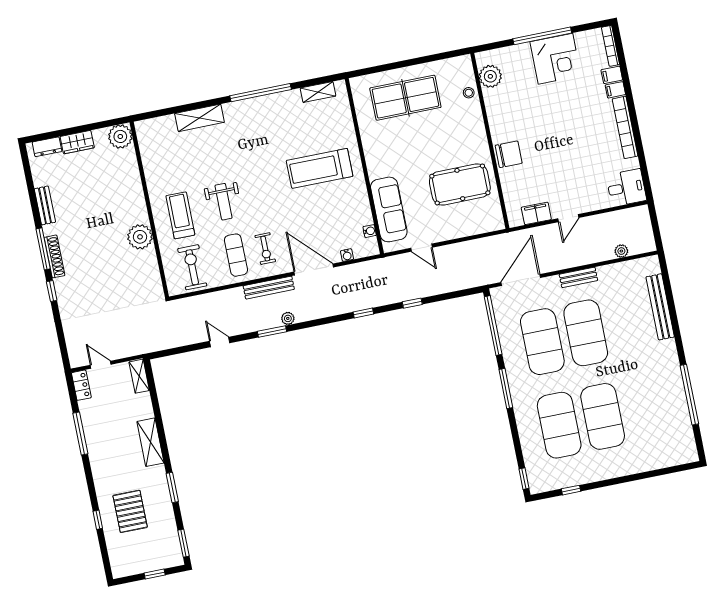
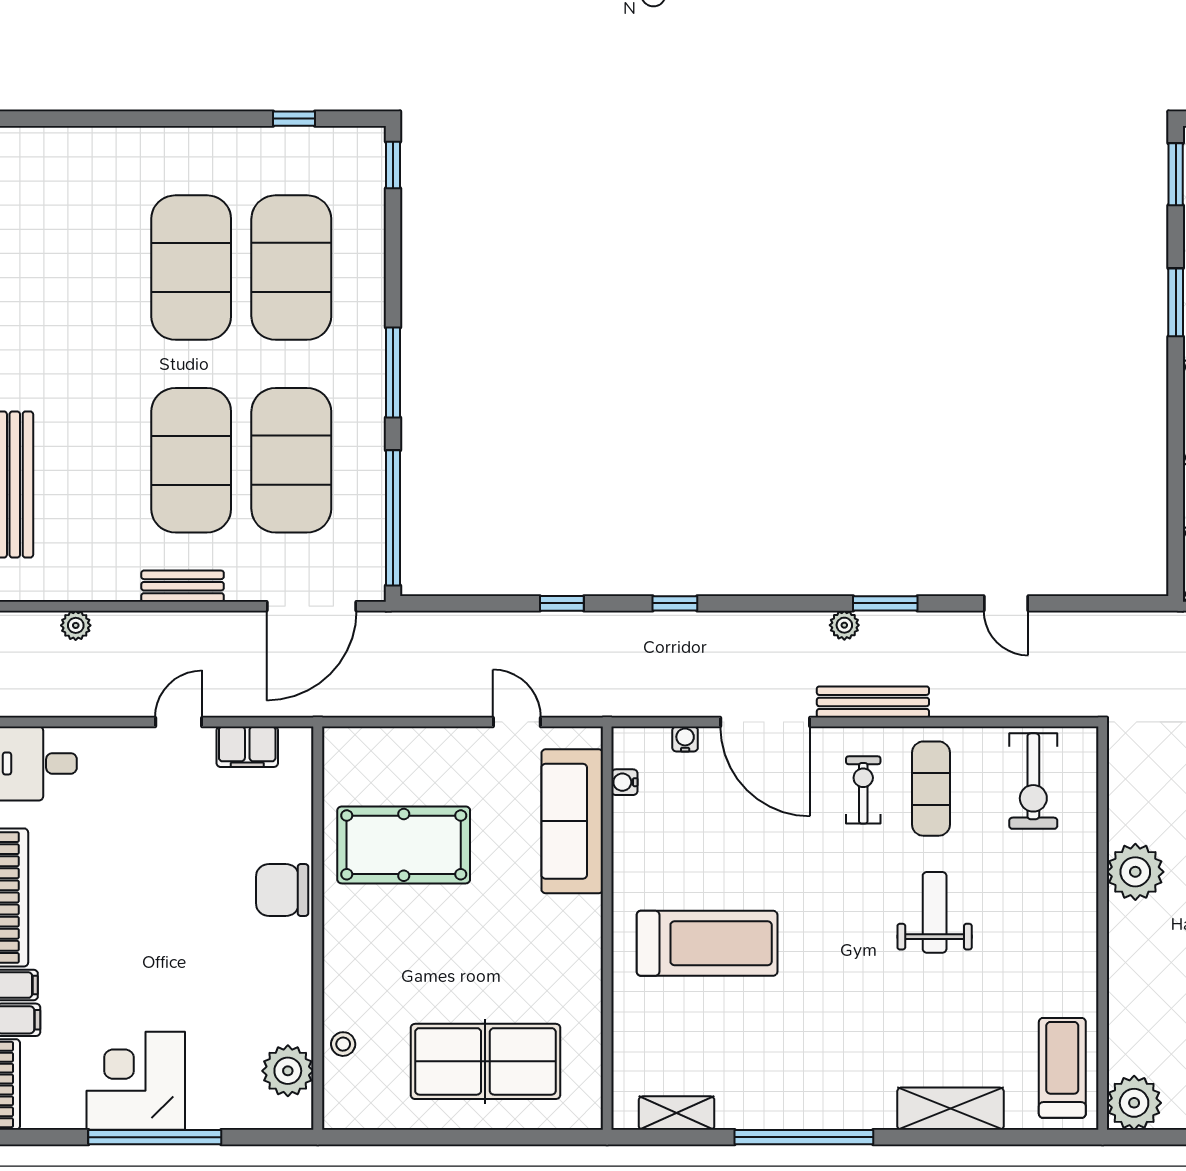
treadmill: (180, 215) -> (1062, 1068), moved, turned 180

